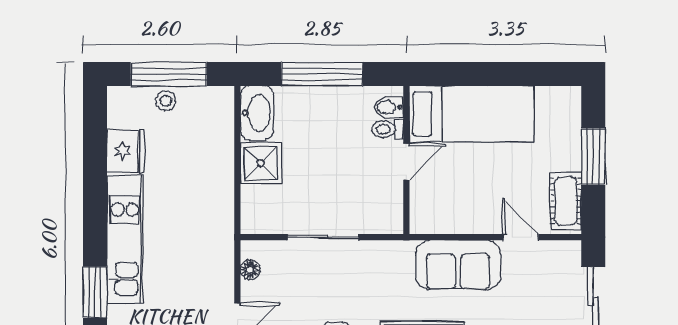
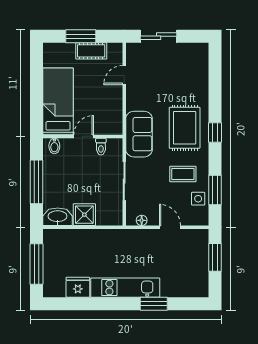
stool: (166, 101) -> (51, 266), removed
toilet: (388, 129) -> (101, 147), moved
door: (406, 162) -> (84, 136), hinge flipped
cot: (566, 201) -> (91, 51), moved
sofa: (458, 265) -> (139, 134), moved

